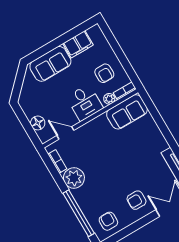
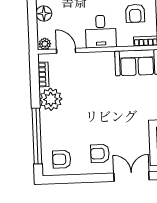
plant: (109, 99) -> (45, 44), moved
floor lamp: (38, 123) -> (44, 14), moved
armchair: (108, 221) -> (62, 159), turned -90

